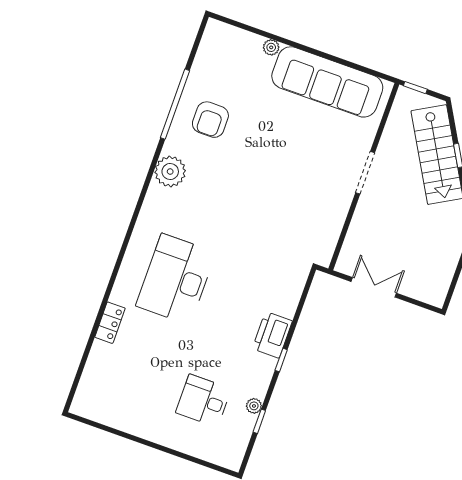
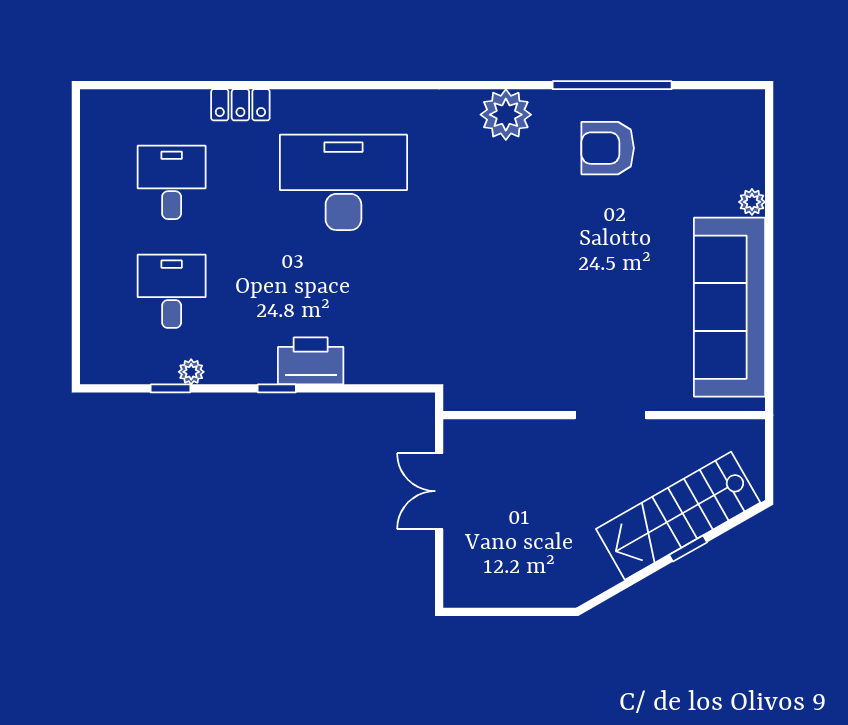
window: (415, 88) -> (769, 446), removed
double door: (374, 287) -> (439, 491), swing flipped
desk: (141, 378) -> (172, 182), added

